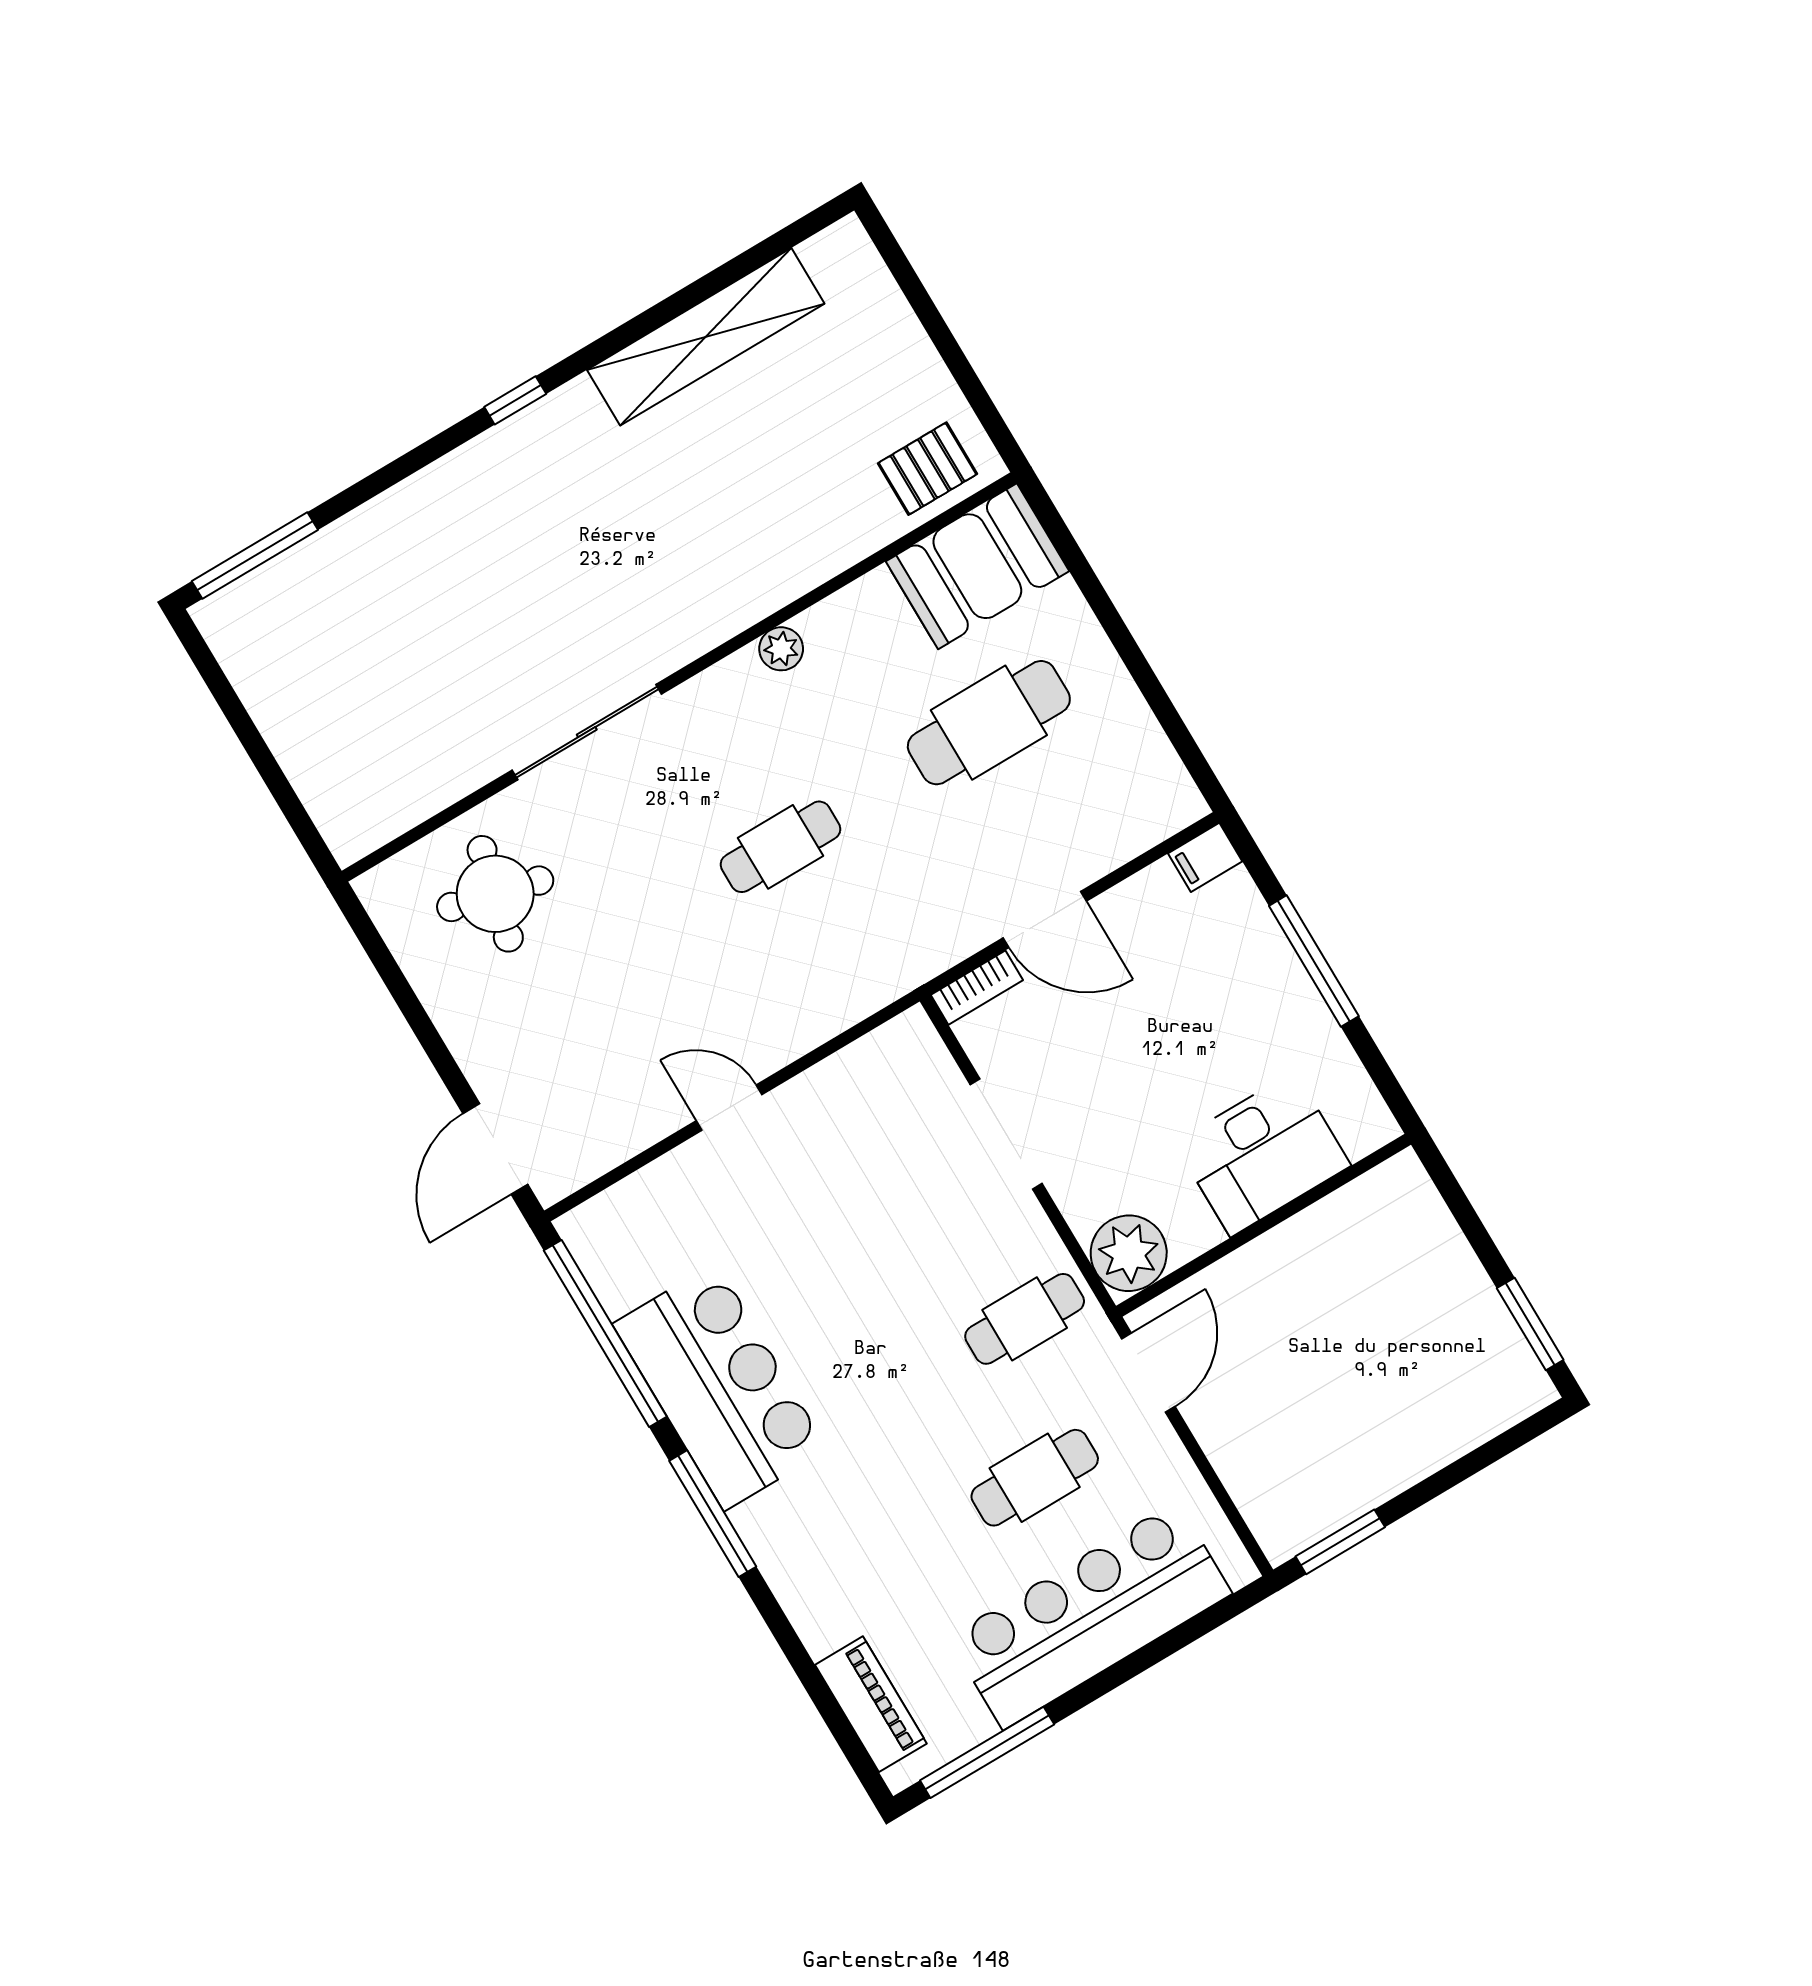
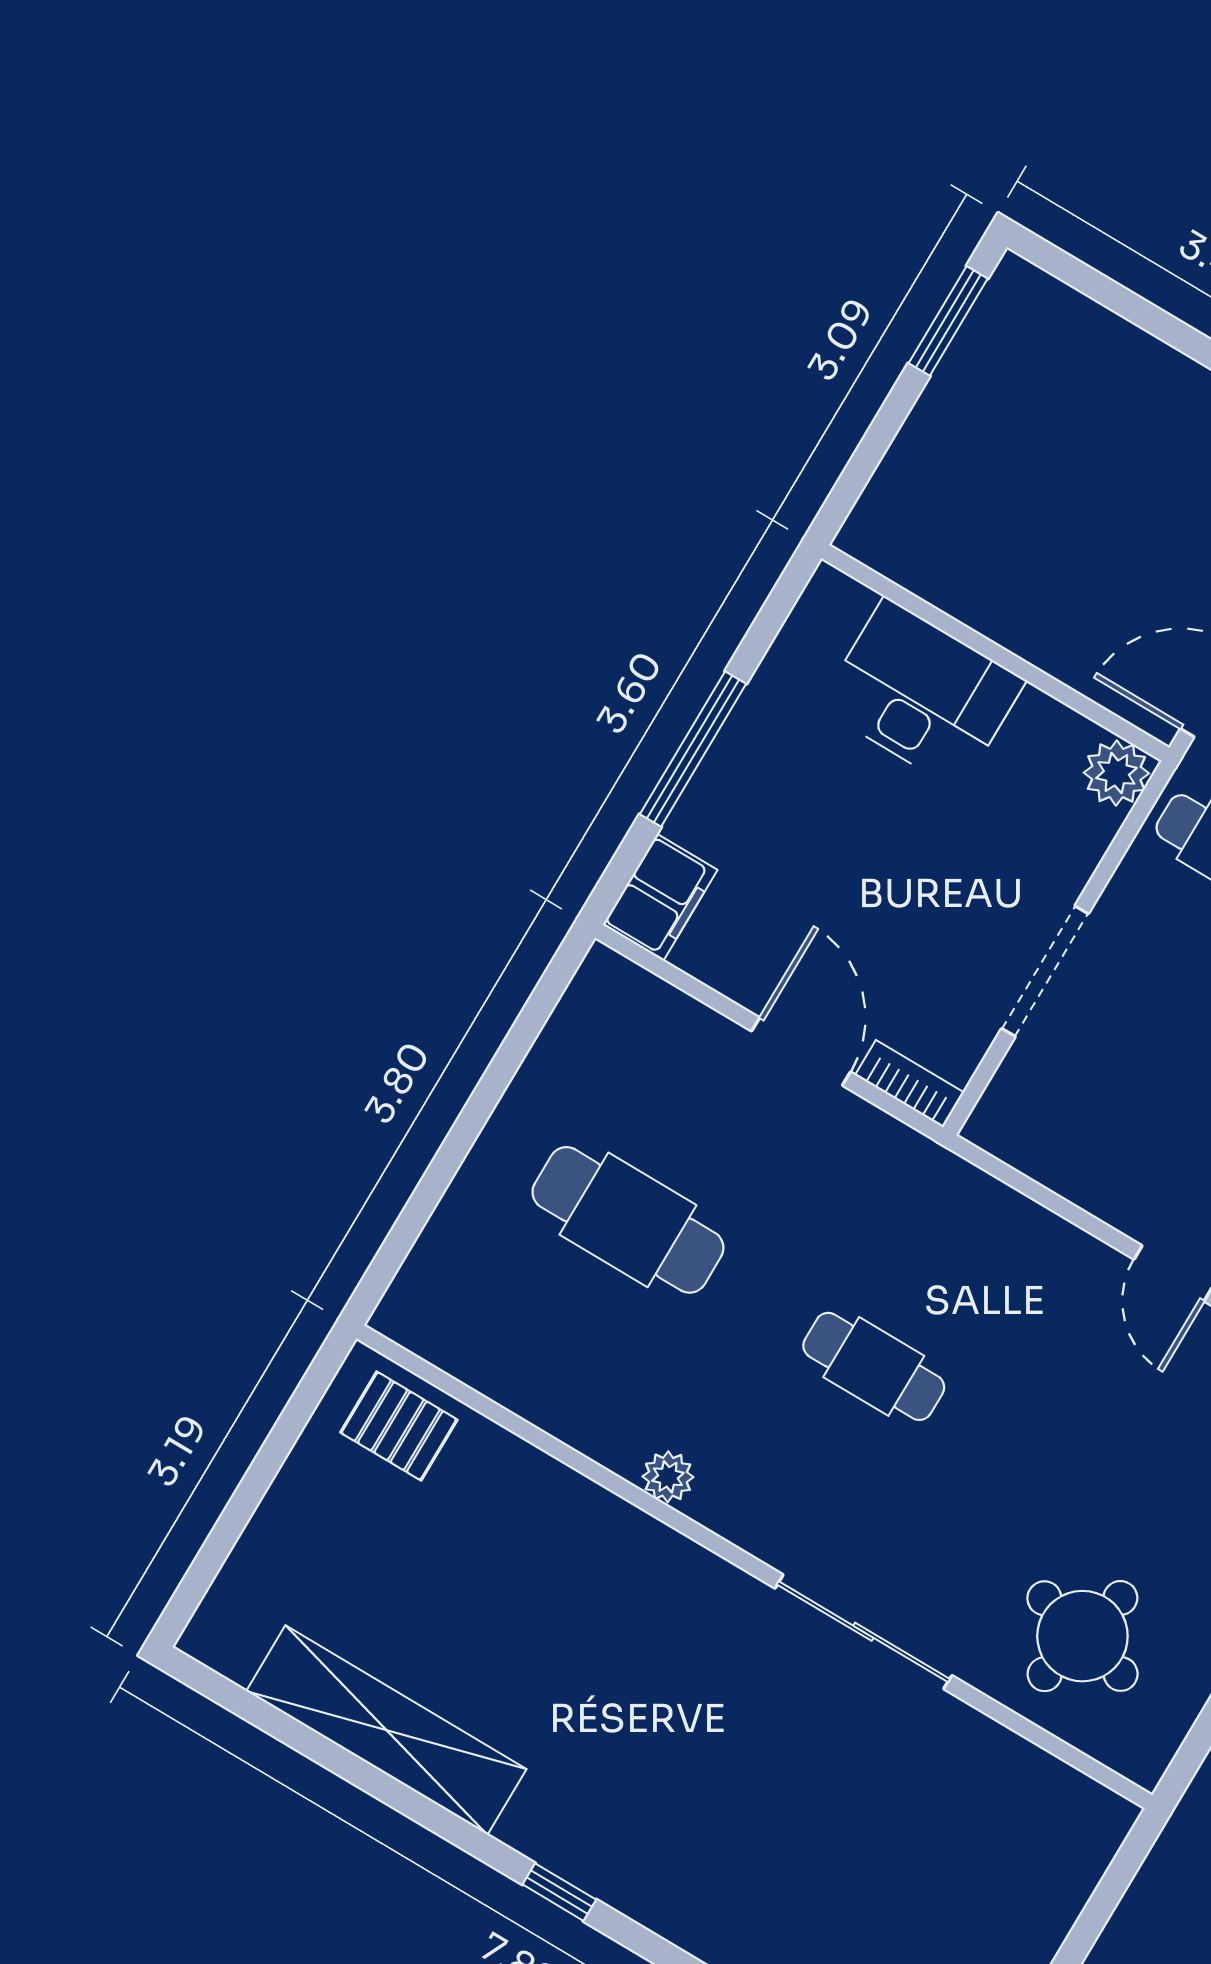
booth: (977, 566) -> (472, 1320), removed
filing cabinet: (1205, 857) -> (660, 897), width x2.00
plant: (1129, 1253) -> (1116, 773), width x0.73, depth x0.73

